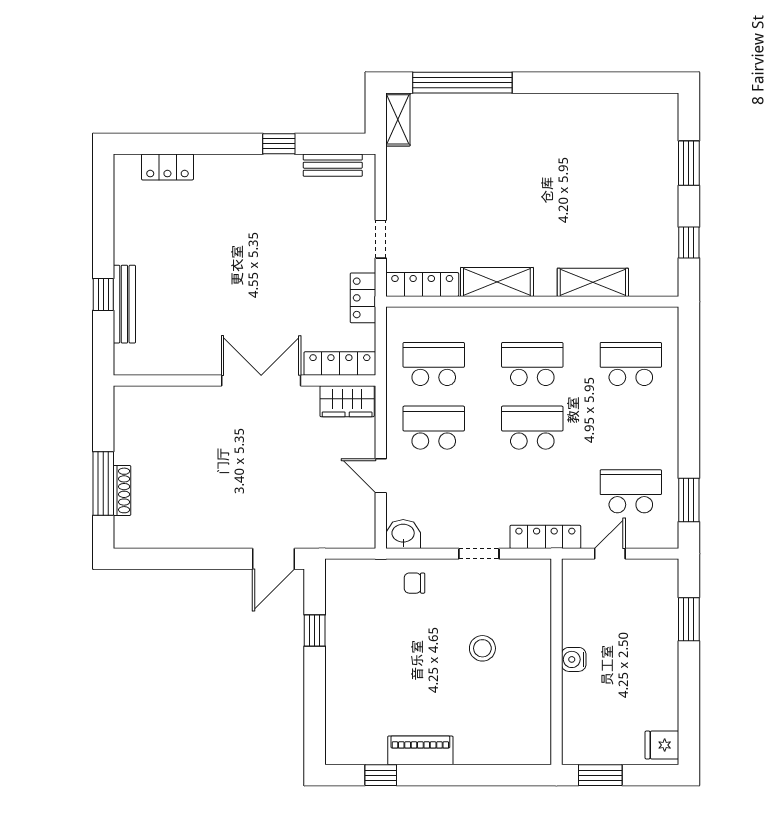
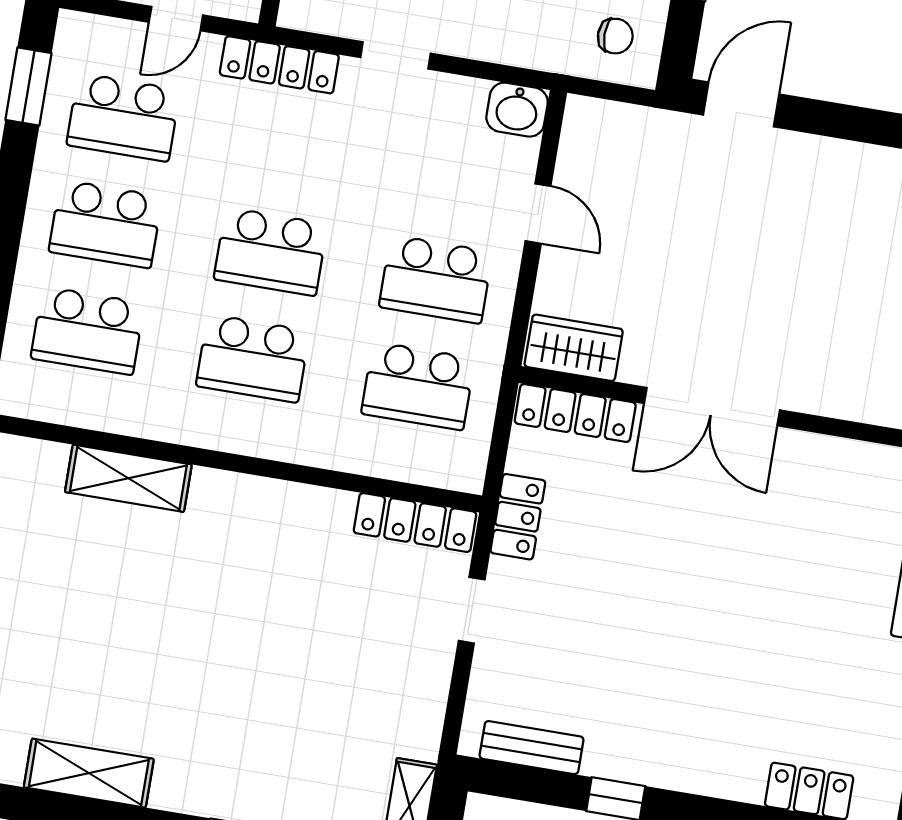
shelving: (497, 282) -> (89, 773), moved
school desk: (631, 428) -> (105, 224), added
chair: (414, 583) -> (615, 36), moved

